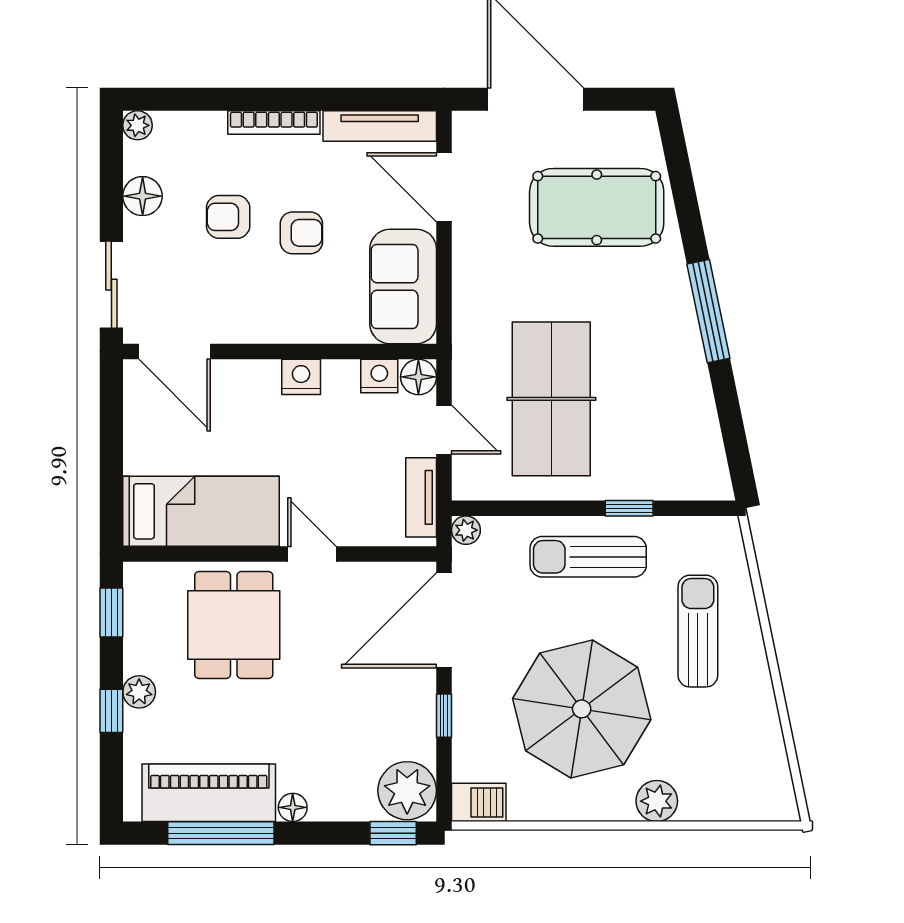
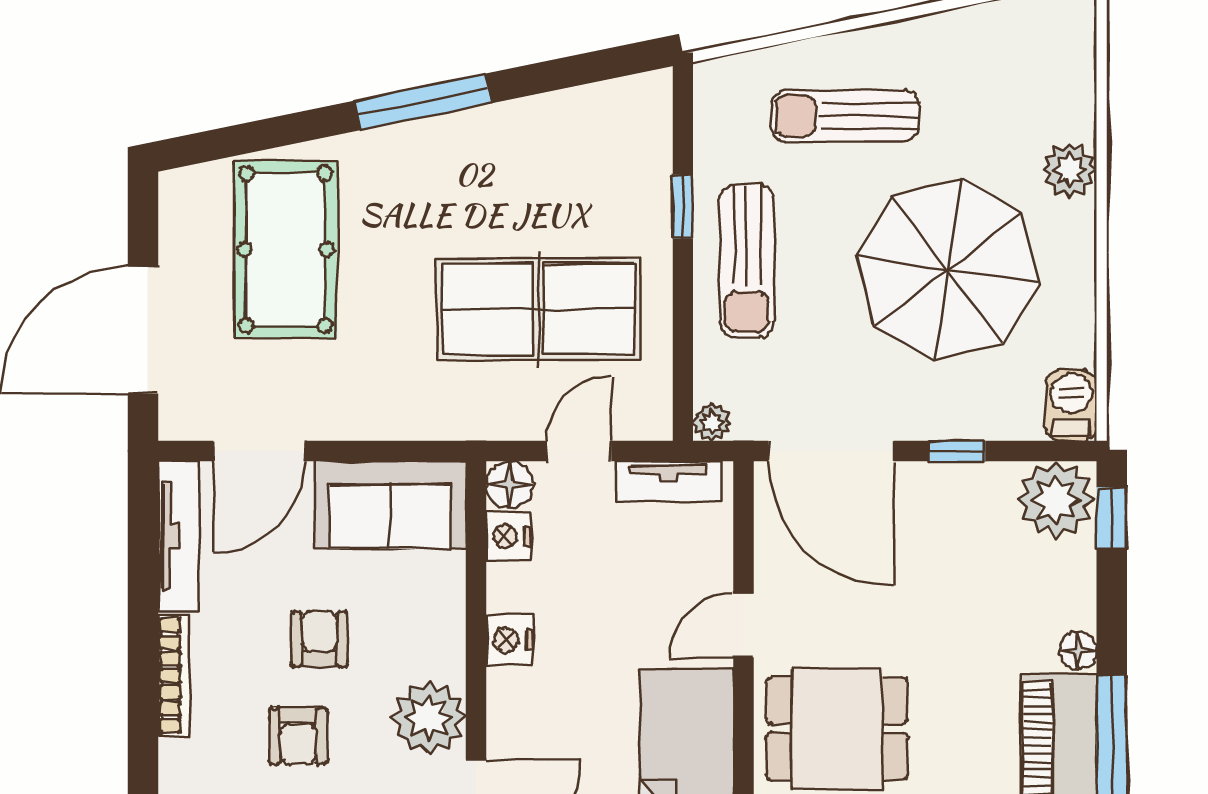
plant: (242, 316) -> (429, 718), added

